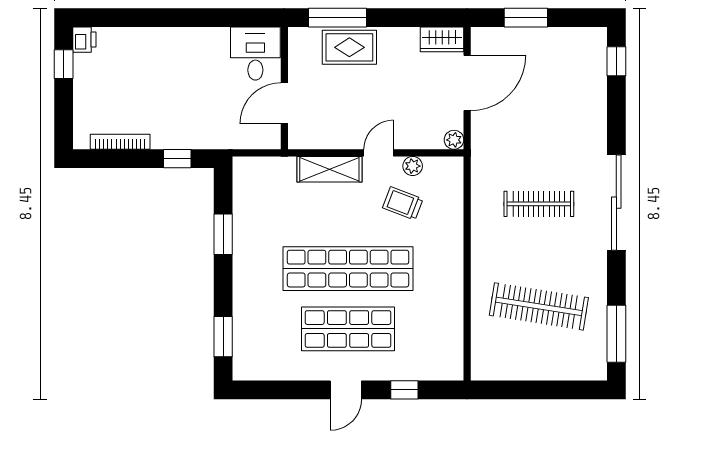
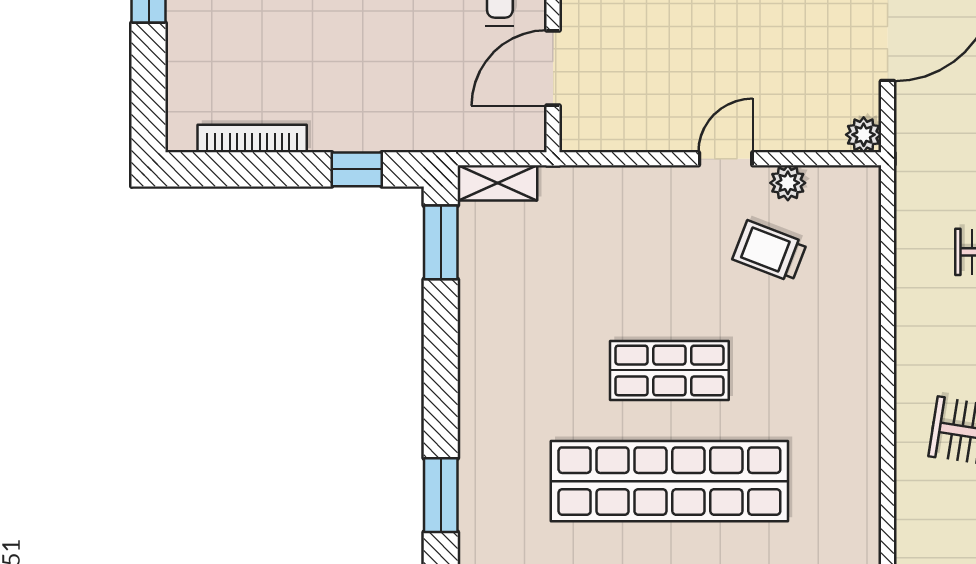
shelving: (329, 169) -> (498, 183), moved, width x0.67, depth x0.75
window: (223, 234) -> (441, 242), moved
shop shelf: (348, 269) -> (669, 370), width x0.50, depth x0.74
shop shelf: (348, 329) -> (669, 481), width x1.40

